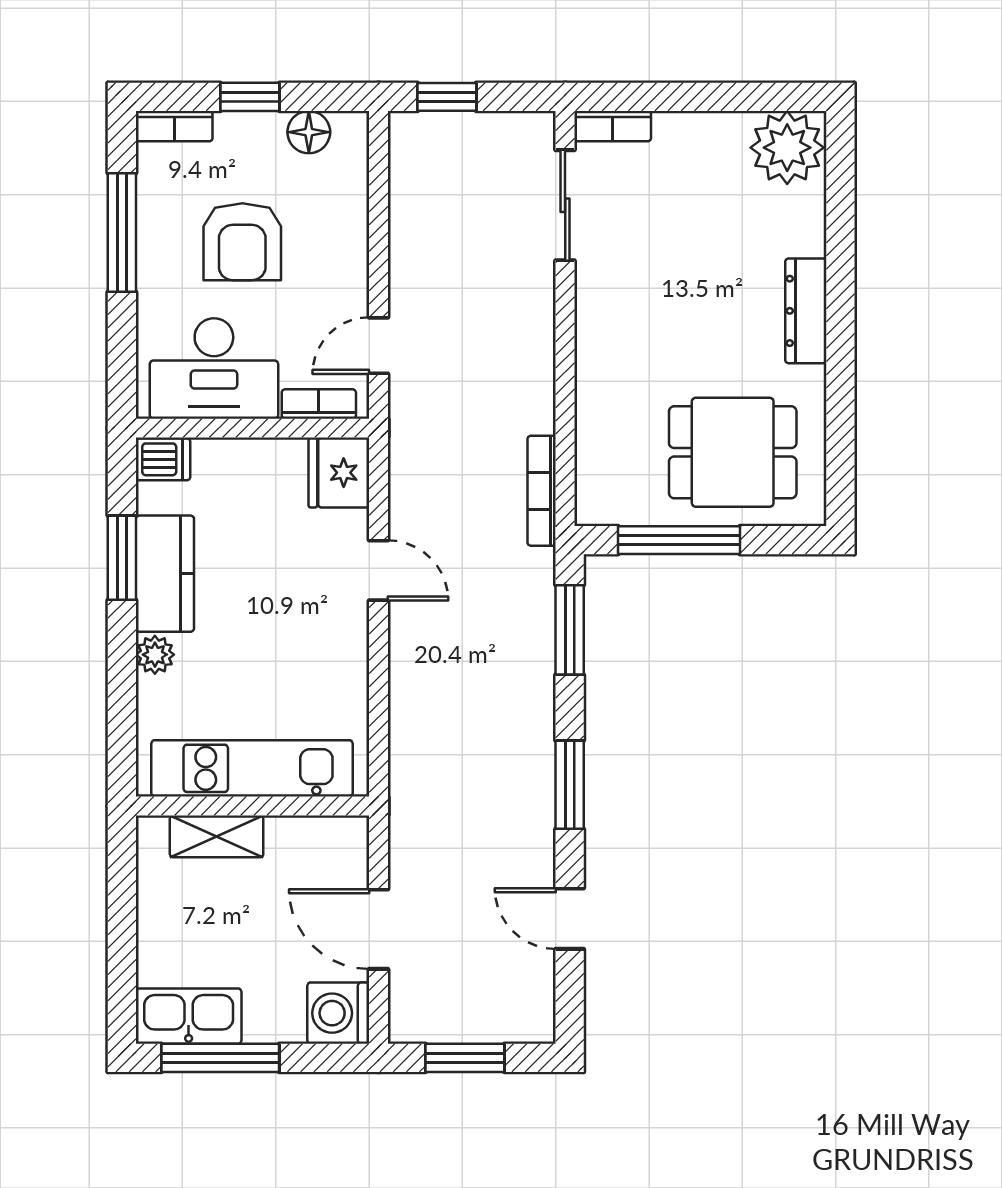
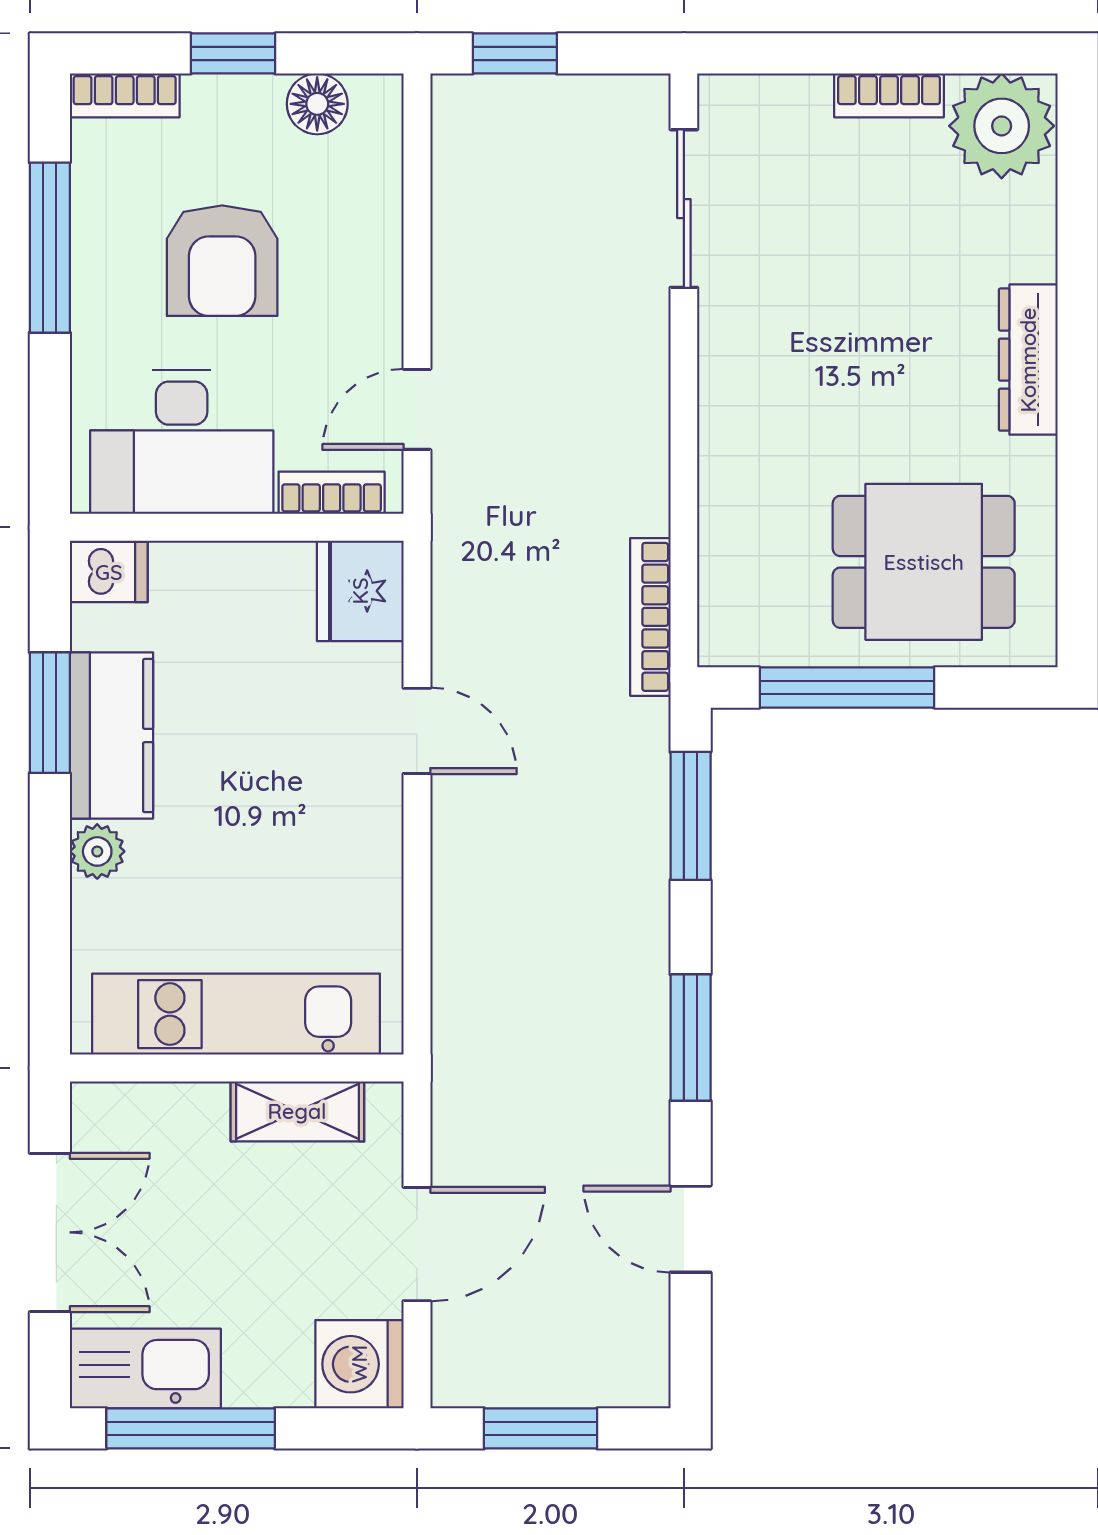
bookcase: (613, 126) -> (889, 95), moved
shelving: (217, 836) -> (297, 1111), moved
double door: (122, 921) -> (50, 1232), added
door: (378, 929) -> (417, 1244), swing flipped

